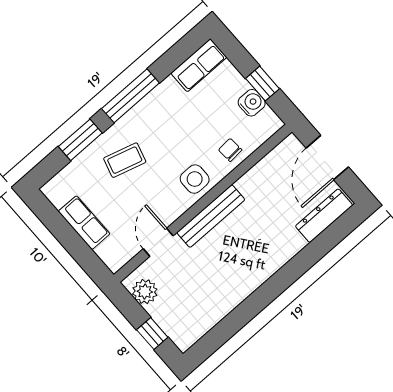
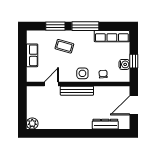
row of seats: (199, 65) -> (112, 36), width x1.48
dresser: (324, 216) -> (105, 124), moved
plant: (145, 292) -> (32, 123), moved
window: (152, 333) -> (22, 113), removed

